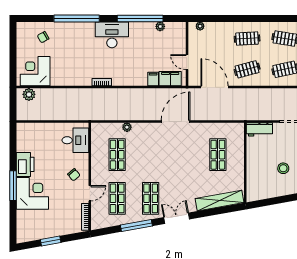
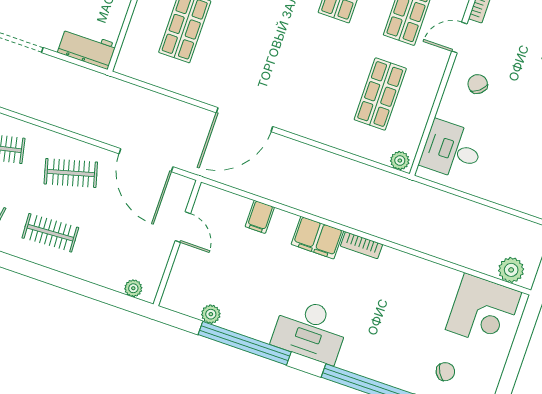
filing cabinet: (170, 79) -> (317, 238), moved
plant: (127, 127) -> (400, 161), moved

